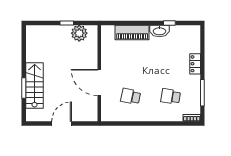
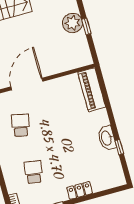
piano: (132, 32) -> (92, 90), moved
plant: (79, 33) -> (72, 23), moved

